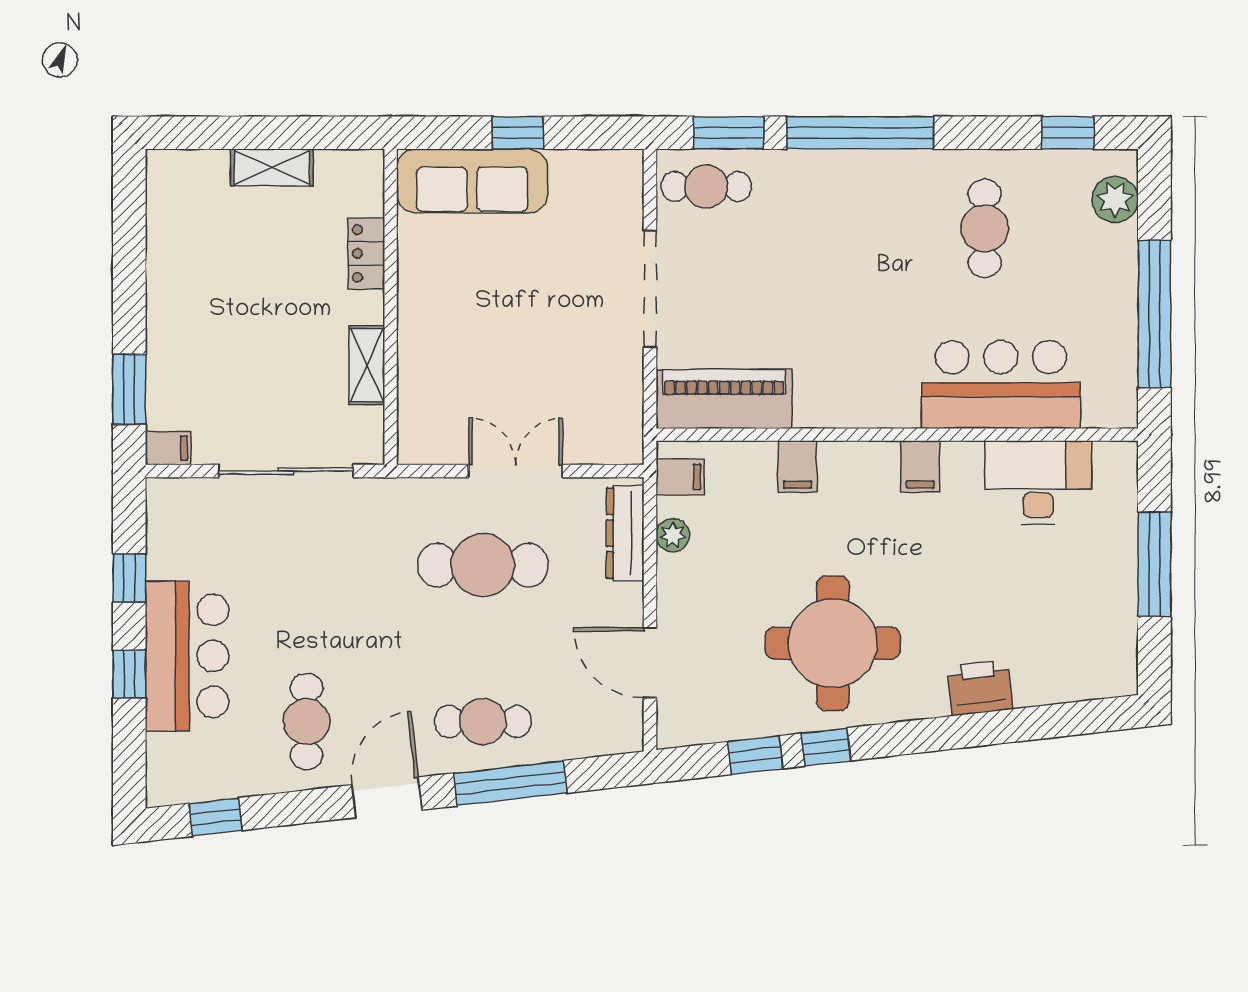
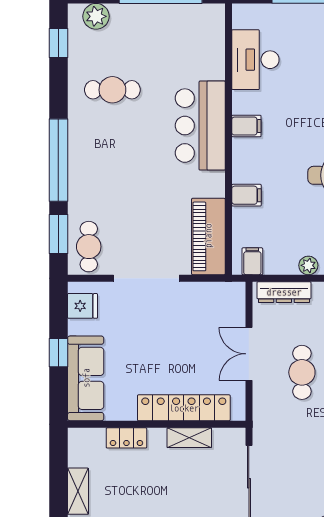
fridge: (601, 175) -> (83, 306), added
locker: (420, 355) -> (184, 408), added
bar counter: (1001, 384) -> (200, 126), moved
plant: (673, 535) -> (308, 265), moved
cafe table: (483, 565) -> (302, 372), width x0.73, depth x0.74

